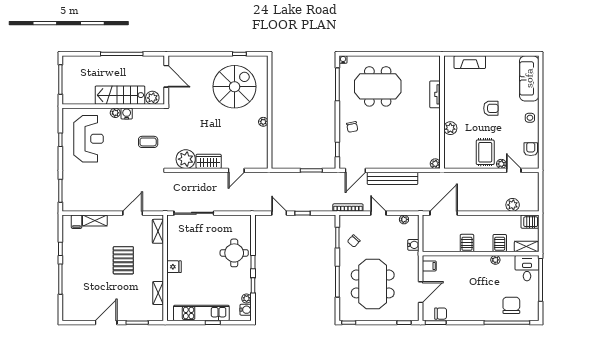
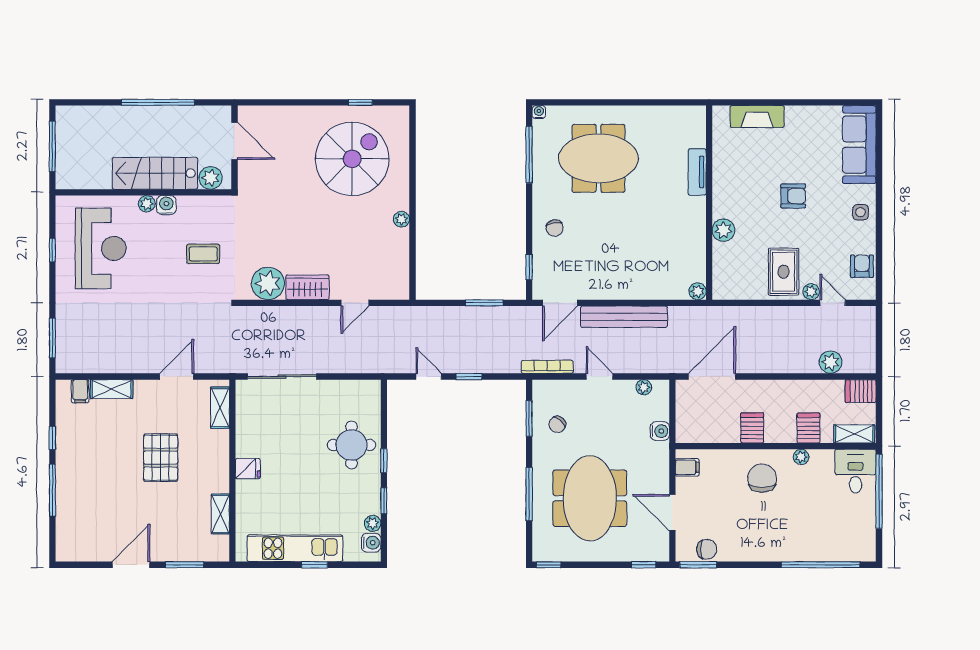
door: (421, 292) -> (672, 513), swing flipped
chair: (511, 305) -> (762, 478), moved

